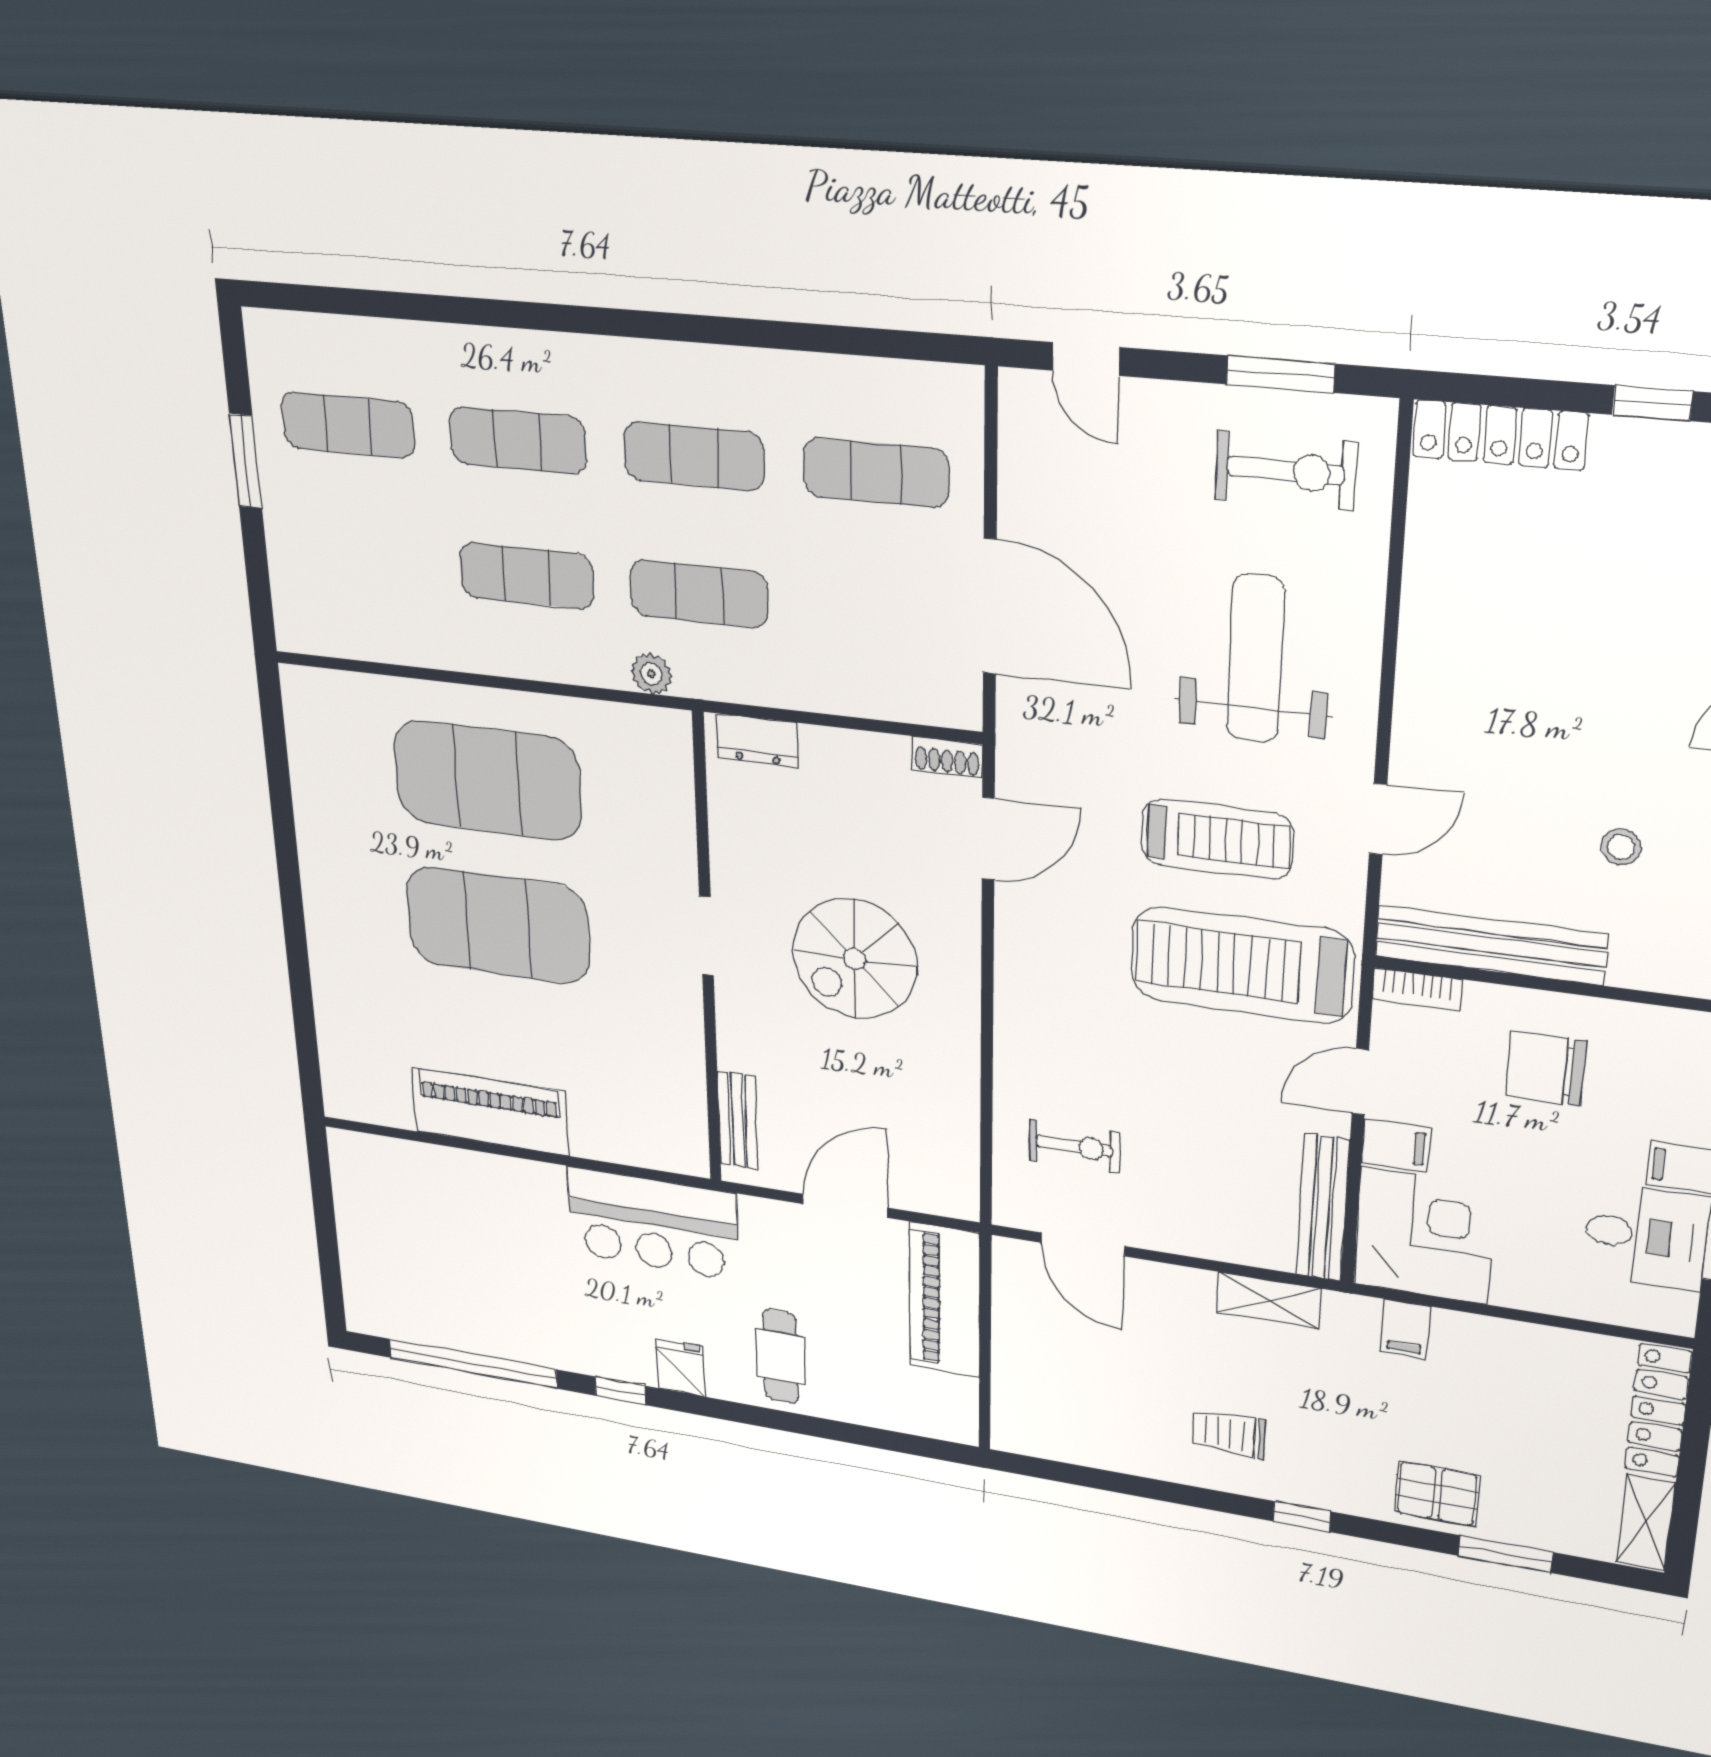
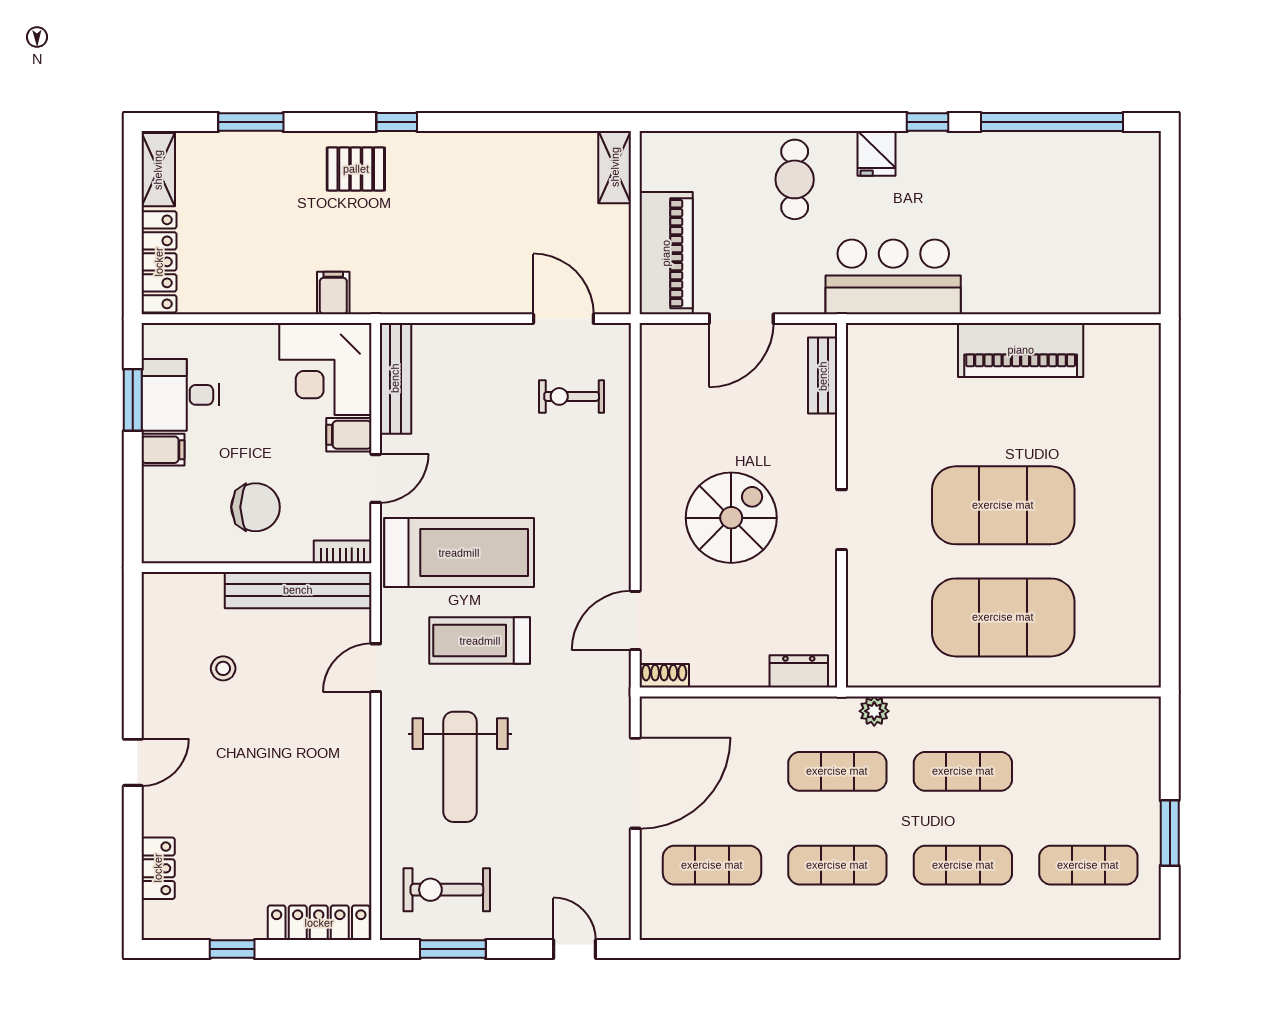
door: (990, 607) -> (635, 783), swing flipped
shelving: (1269, 1300) -> (615, 167), moved, turned 90
trolley: (1229, 1434) -> (453, 182), removed
pallet: (1437, 1494) -> (356, 169), moved

